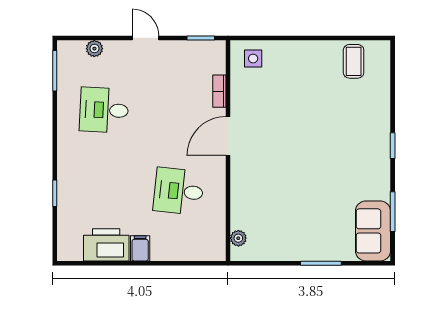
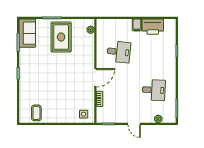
rug: (301, 223) -> (61, 37), added

